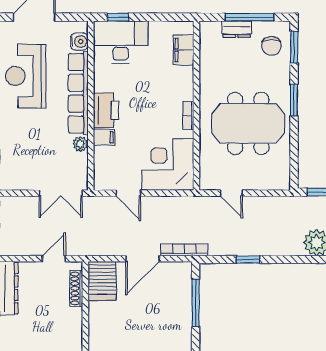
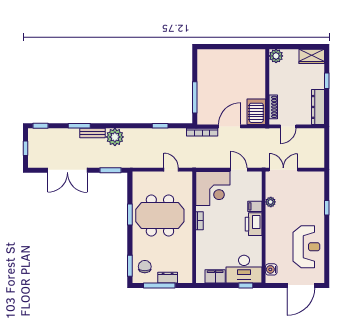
filing cabinet: (184, 50) -> (215, 276), moved, turned -90
row of seats: (78, 93) -> (272, 235), removed
window: (294, 100) -> (130, 214), moved

